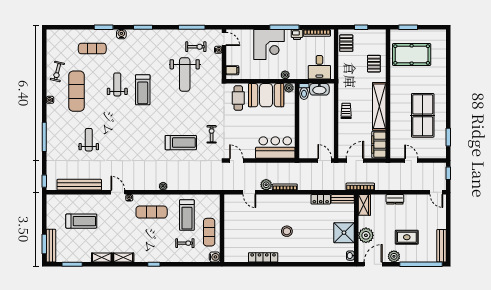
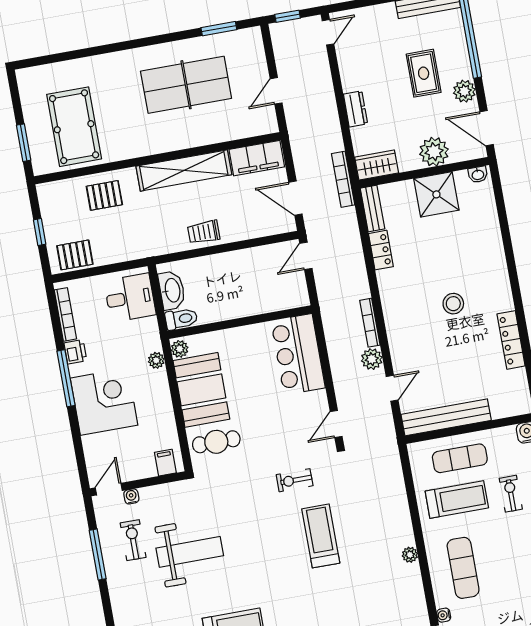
bench: (230, 217) -> (446, 417), added
exercise mat: (209, 232) -> (460, 458), moved

